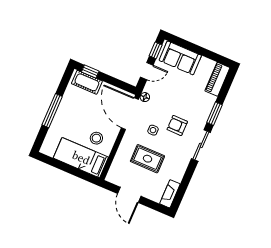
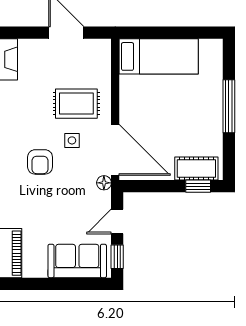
armchair: (177, 126) -> (40, 162), turned 90
stool: (96, 138) -> (148, 94), removed
rug: (147, 159) -> (76, 104), moved

